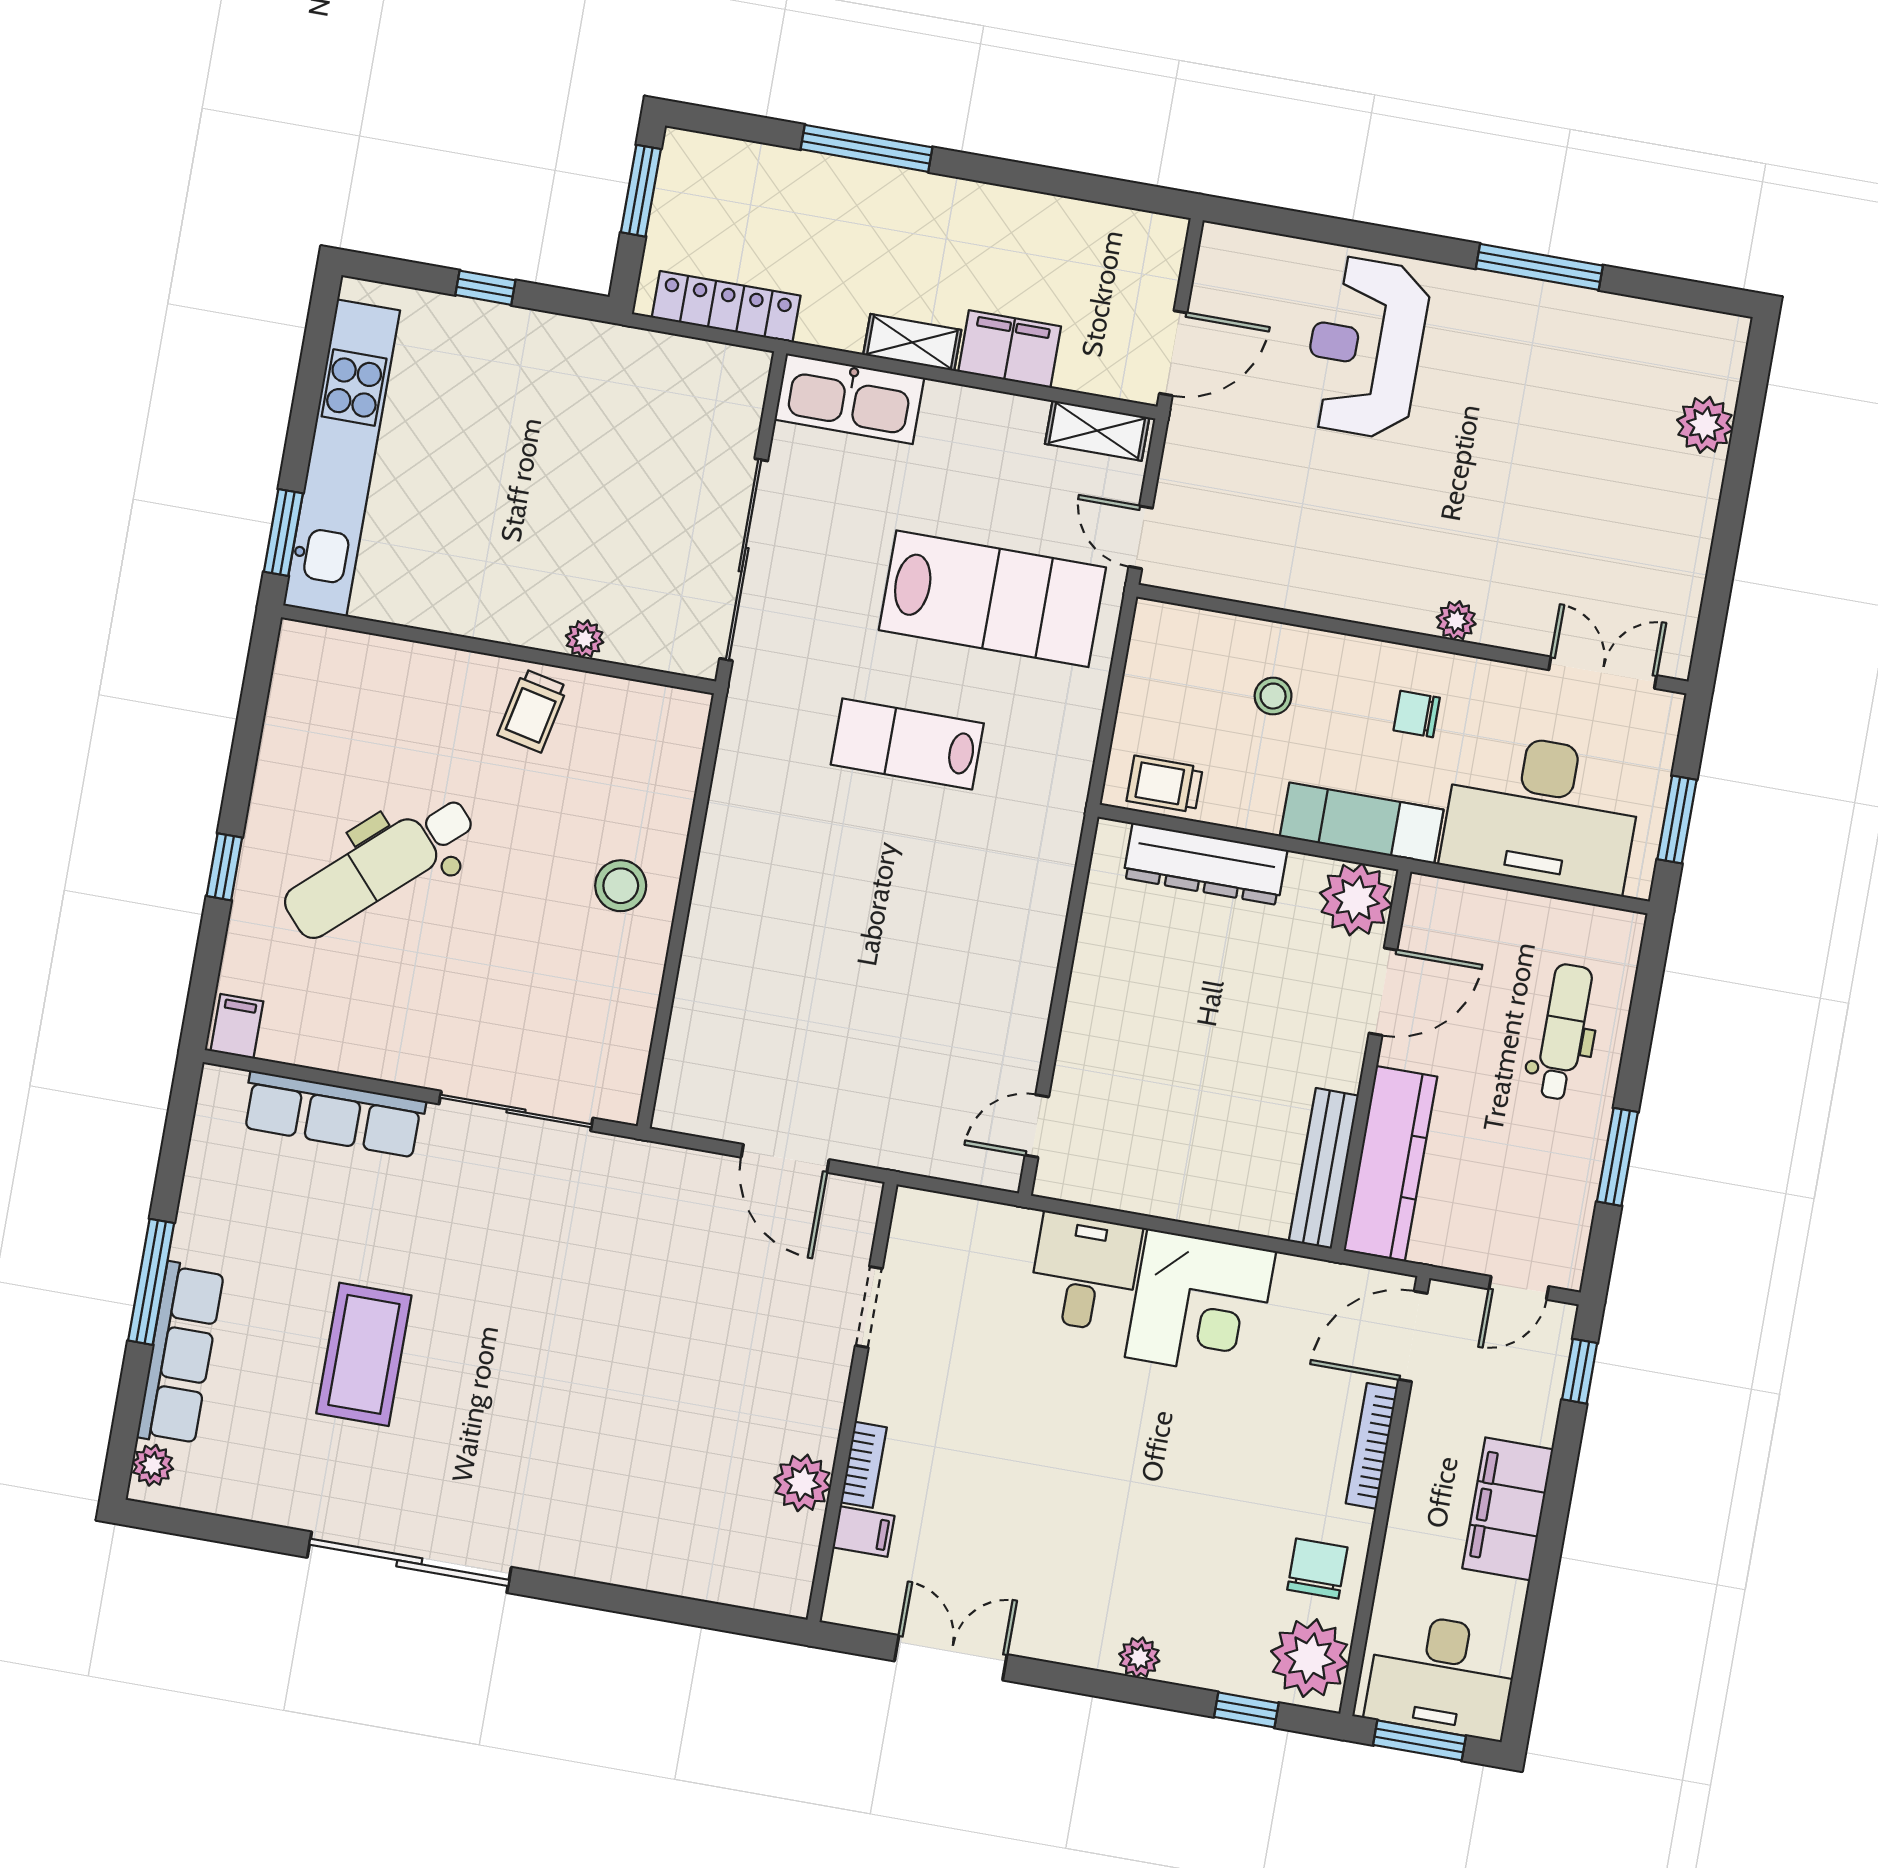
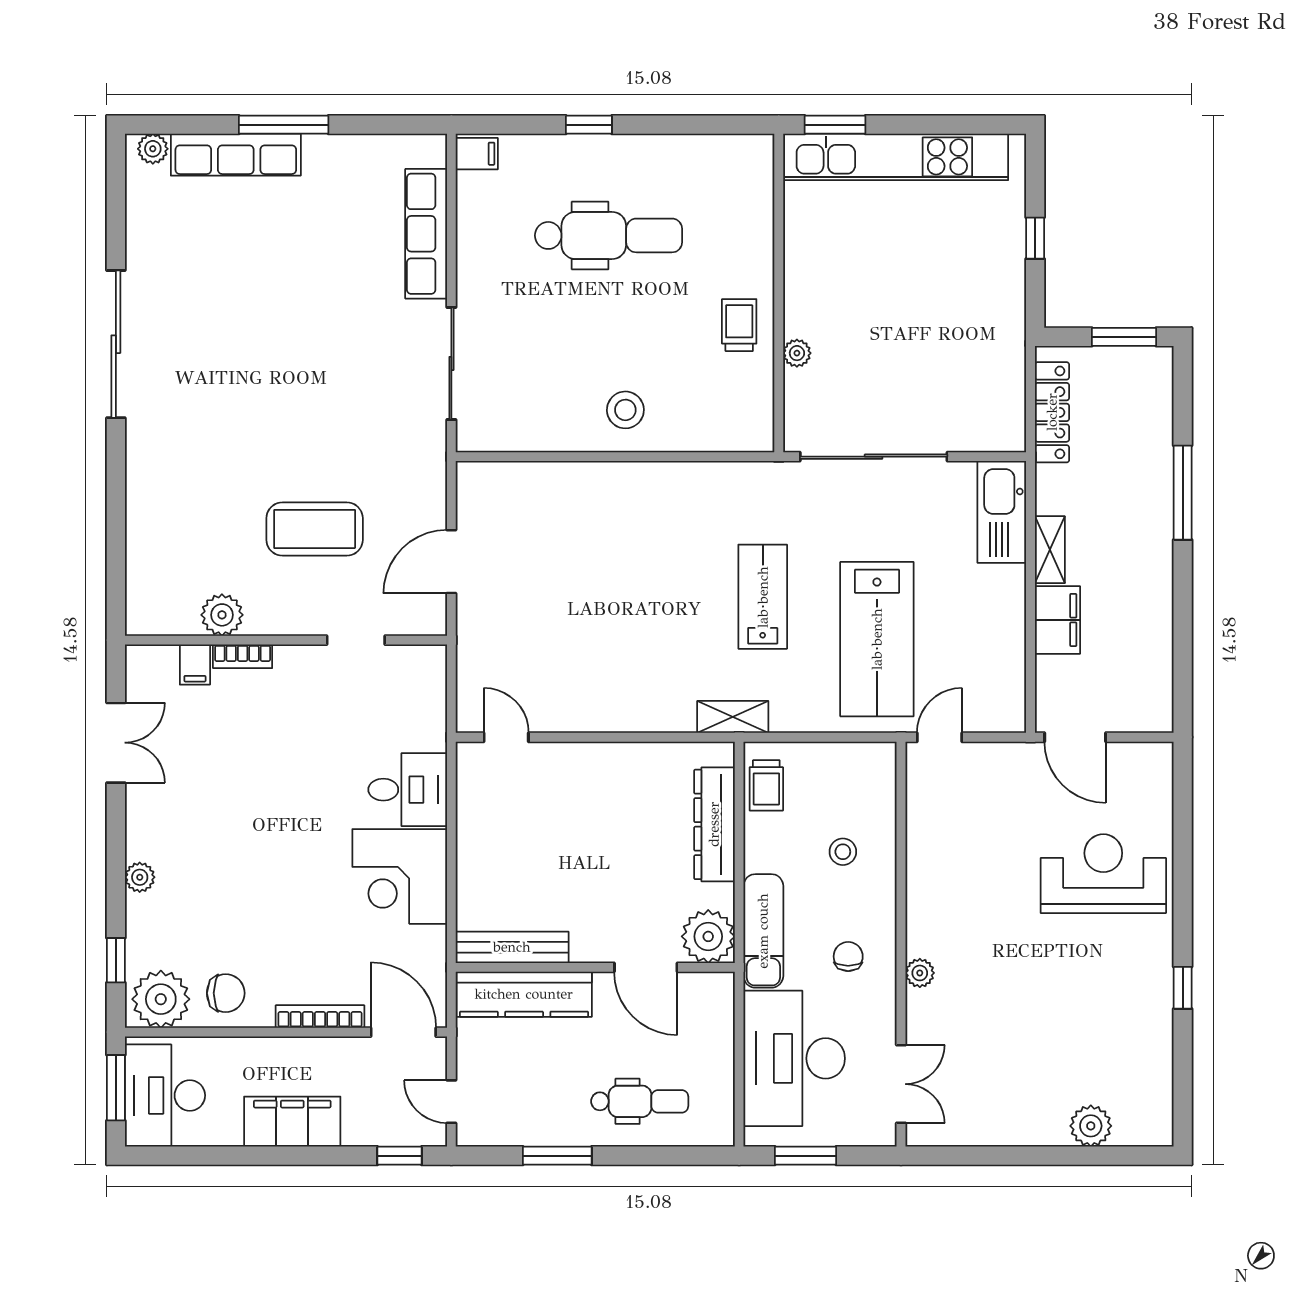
window: (1539, 267) -> (1183, 988), width x0.46
shelving: (1097, 431) -> (733, 717), moved, turned 90
trolley: (533, 711) -> (739, 325), turned 78
trolley: (1165, 784) -> (766, 785), turned 180
dental chair: (380, 867) -> (608, 235), turned 132
coffee table: (364, 1354) -> (315, 529), moved

